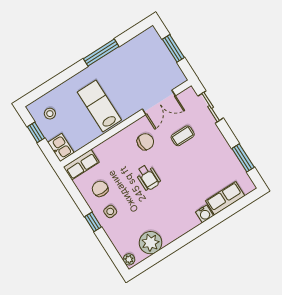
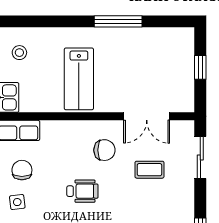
window: (173, 48) -> (200, 67), width x0.67
lab bench: (99, 106) -> (79, 79), turned 180
wheelchair: (148, 177) -> (82, 191), turned -90

